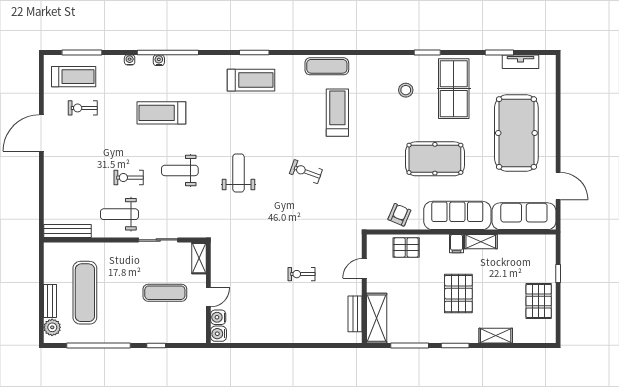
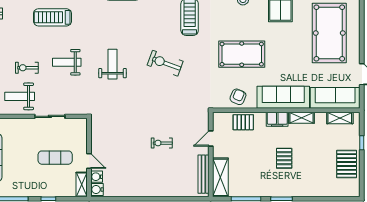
pool table: (435, 159) -> (242, 54), moved
exercise bike: (306, 172) -> (165, 63), width x1.38, depth x1.39
filing cabinet: (457, 244) -> (277, 119), width x2.00
shelving: (199, 258) -> (82, 185), moved
pallet: (458, 294) -> (284, 158), width x0.67, depth x0.71
door: (208, 297) -> (89, 161), hinge flipped
bench: (355, 314) -> (203, 174), width x1.36
shelving: (496, 336) -> (340, 118), moved

